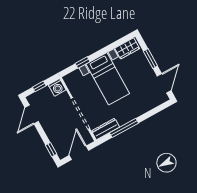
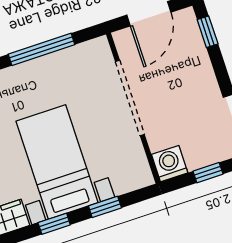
window: (104, 51) -> (54, 224), added
dresser: (105, 129) -> (82, 54), removed

